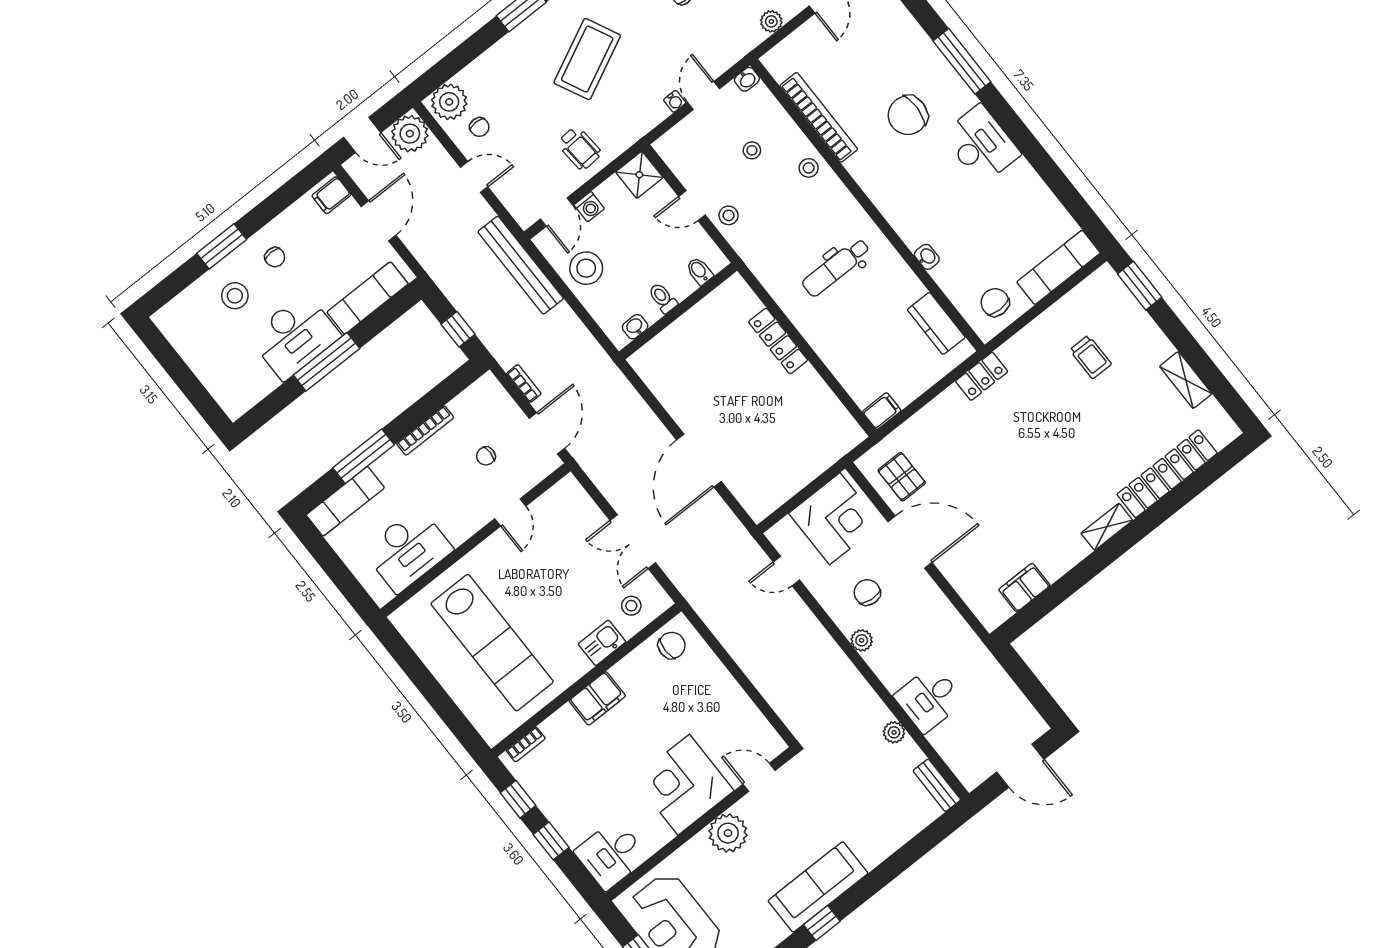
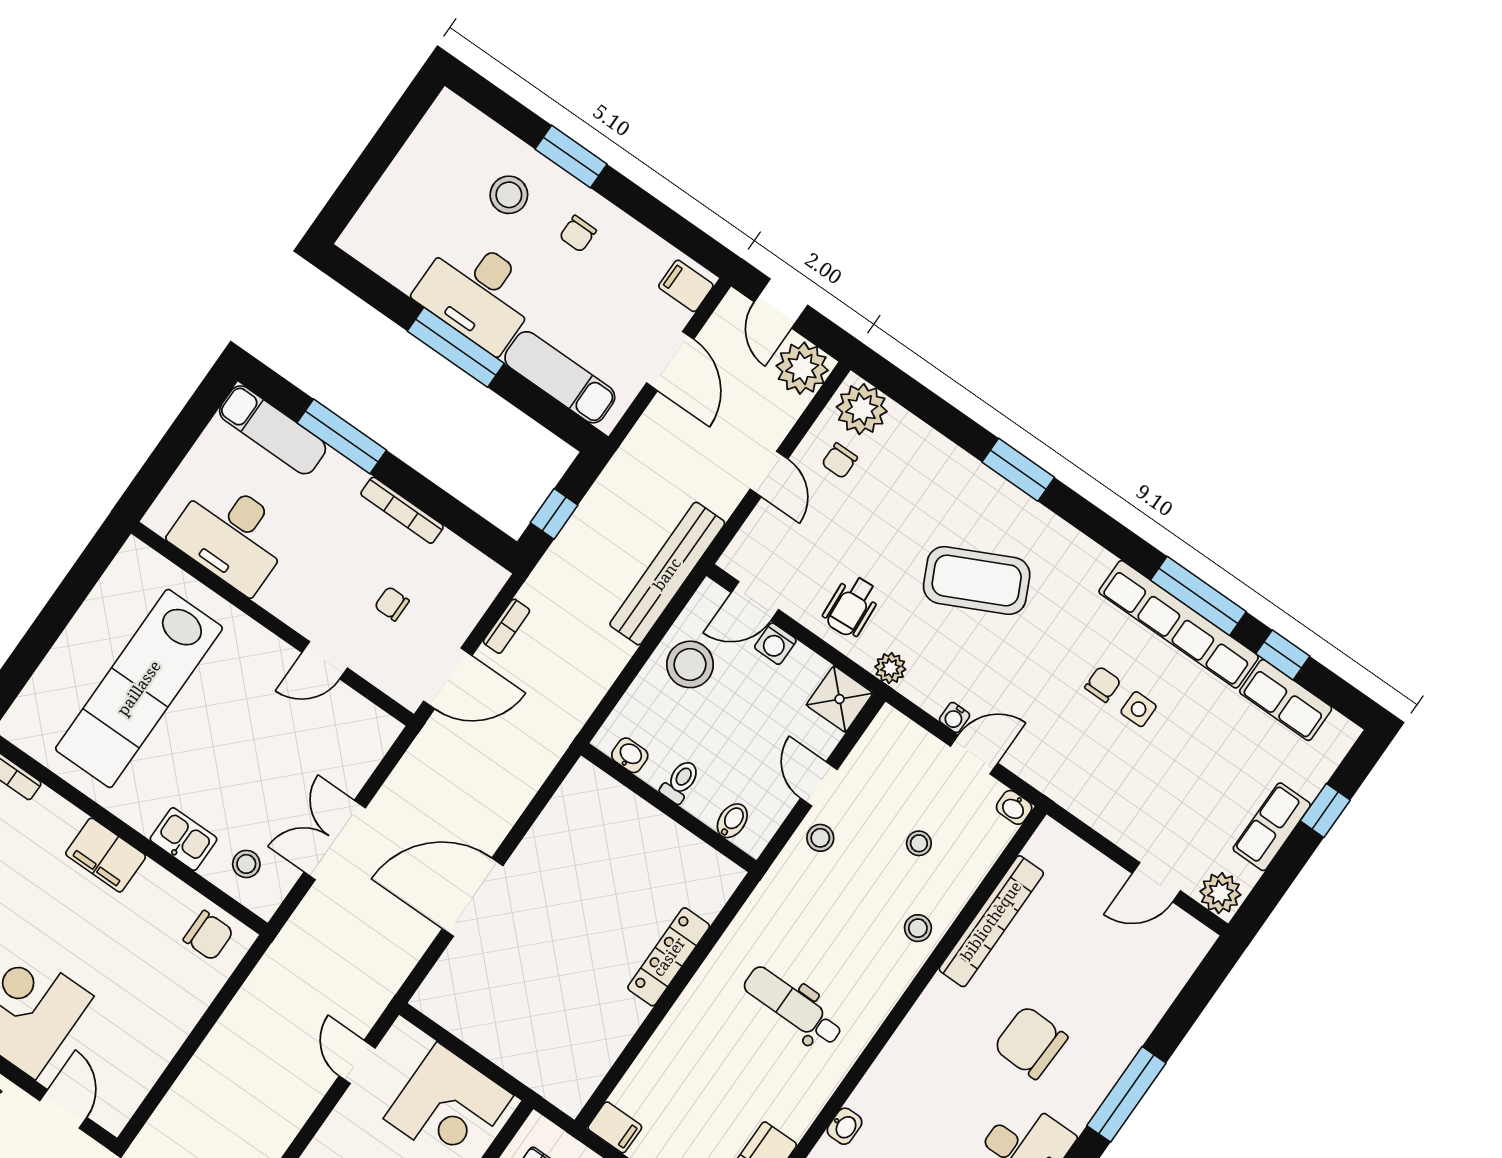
plant: (771, 21) -> (890, 668), moved
door: (379, 221) -> (670, 361), hinge flipped

